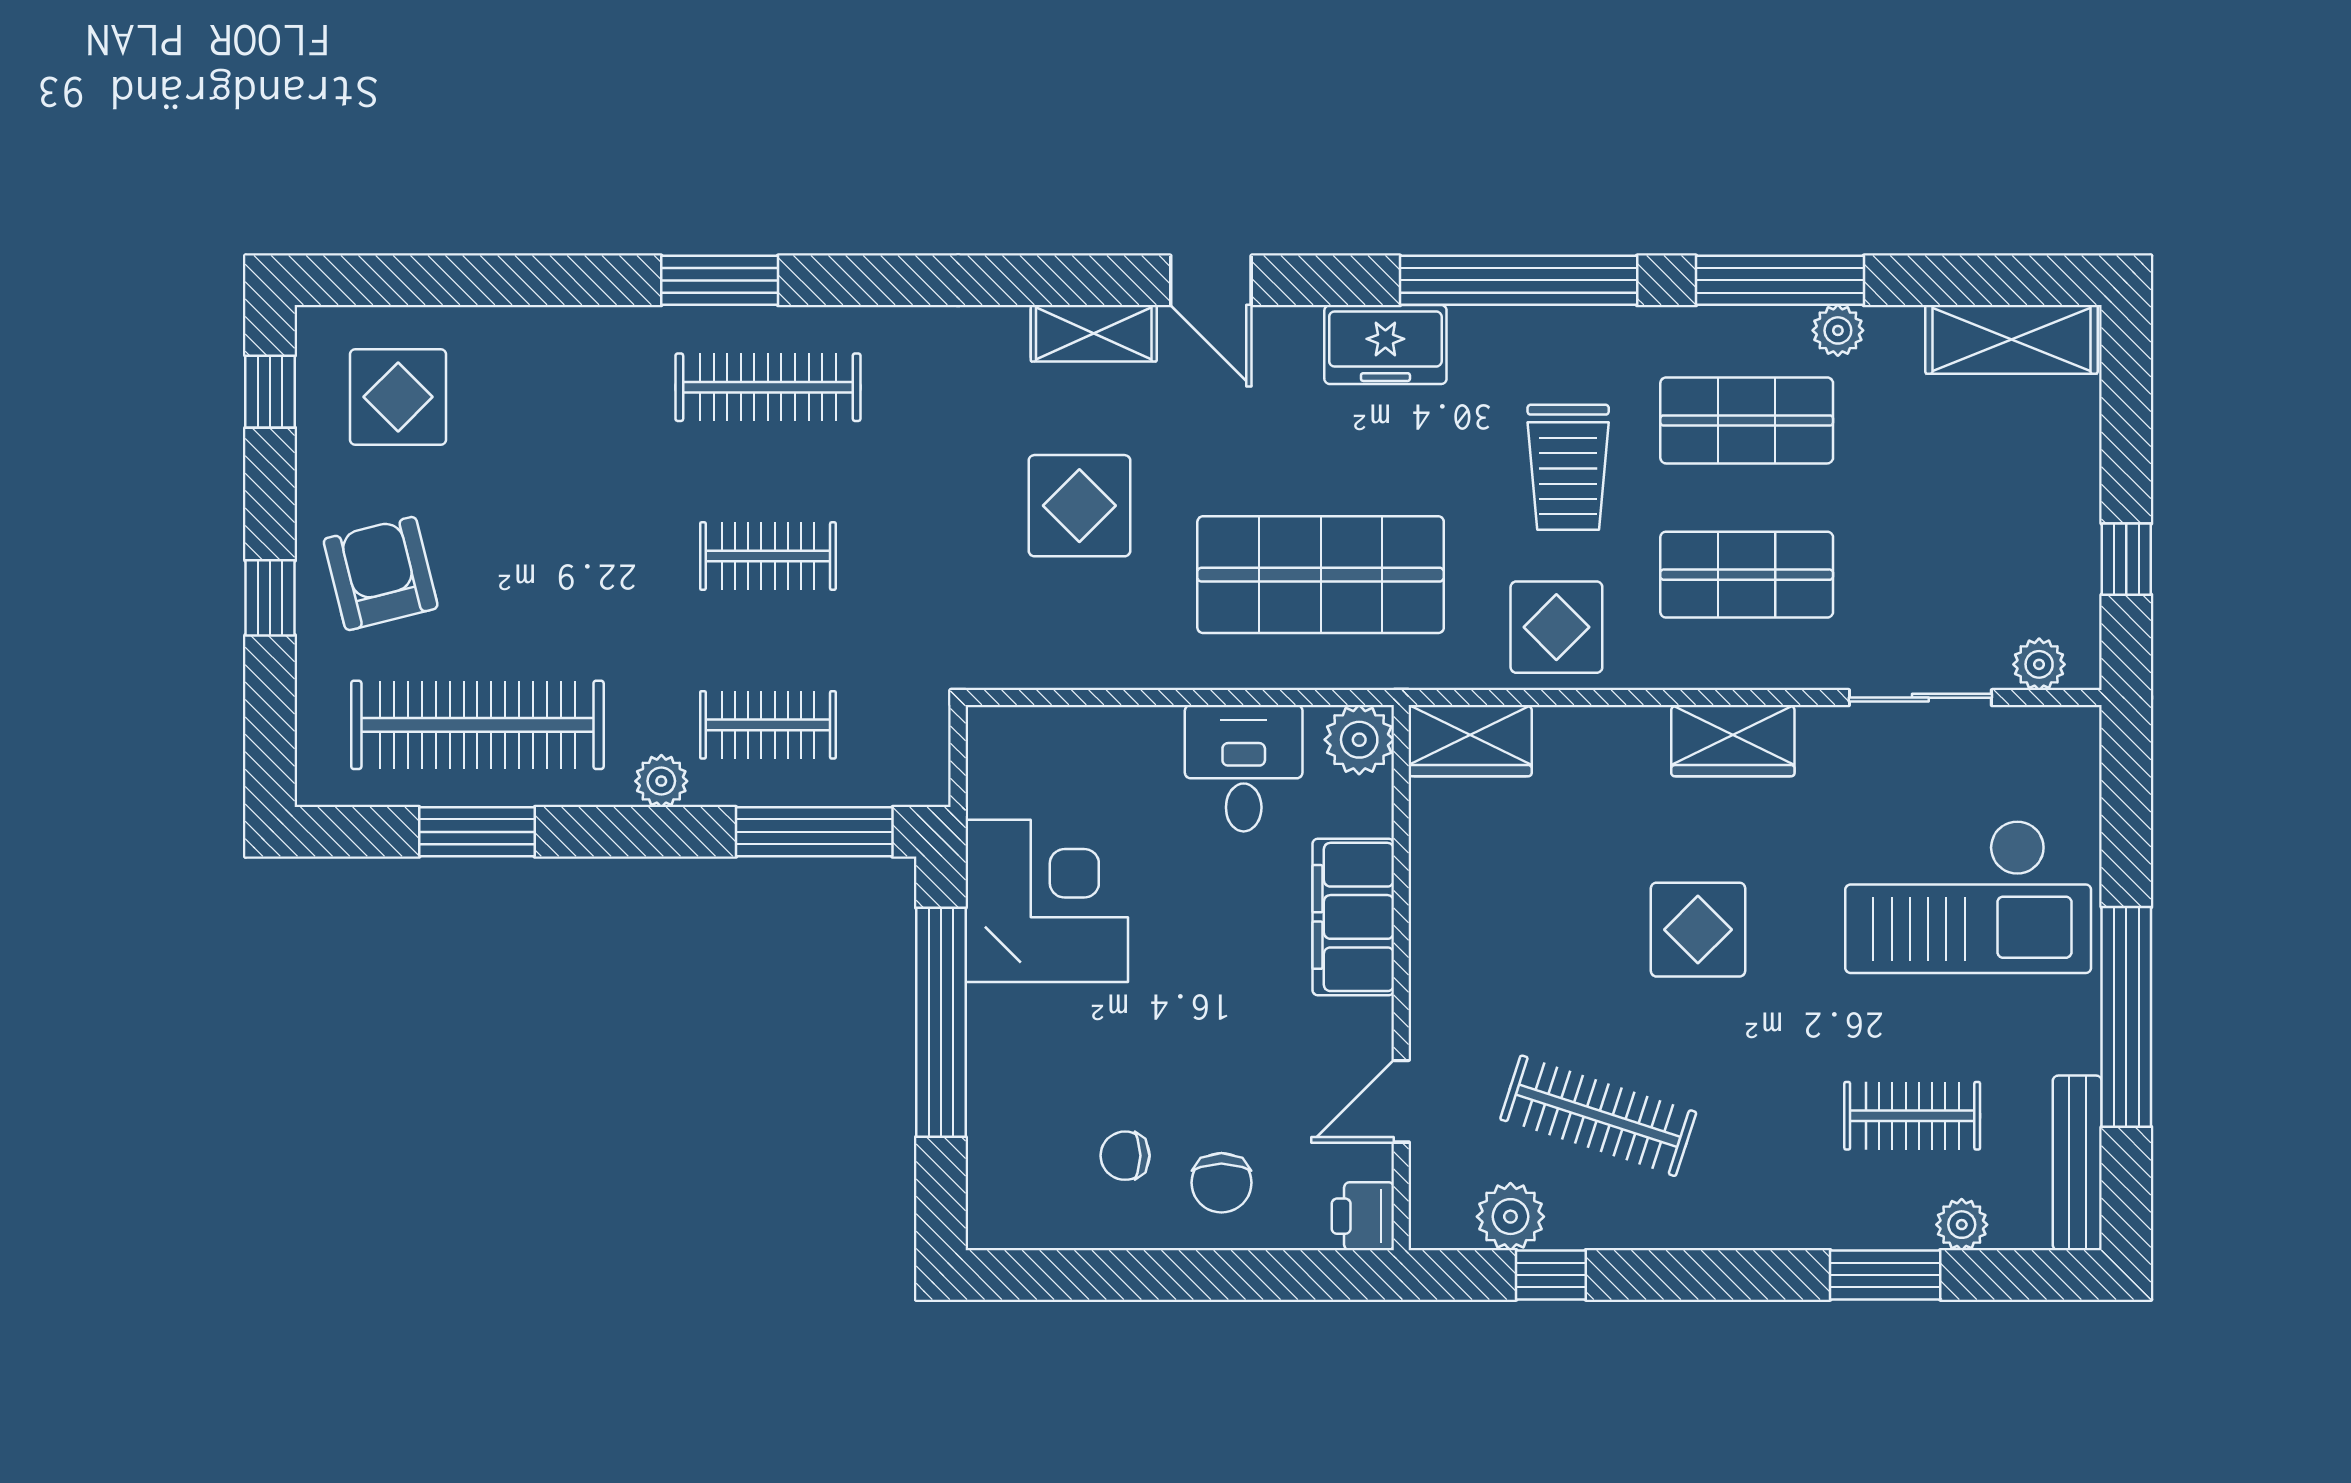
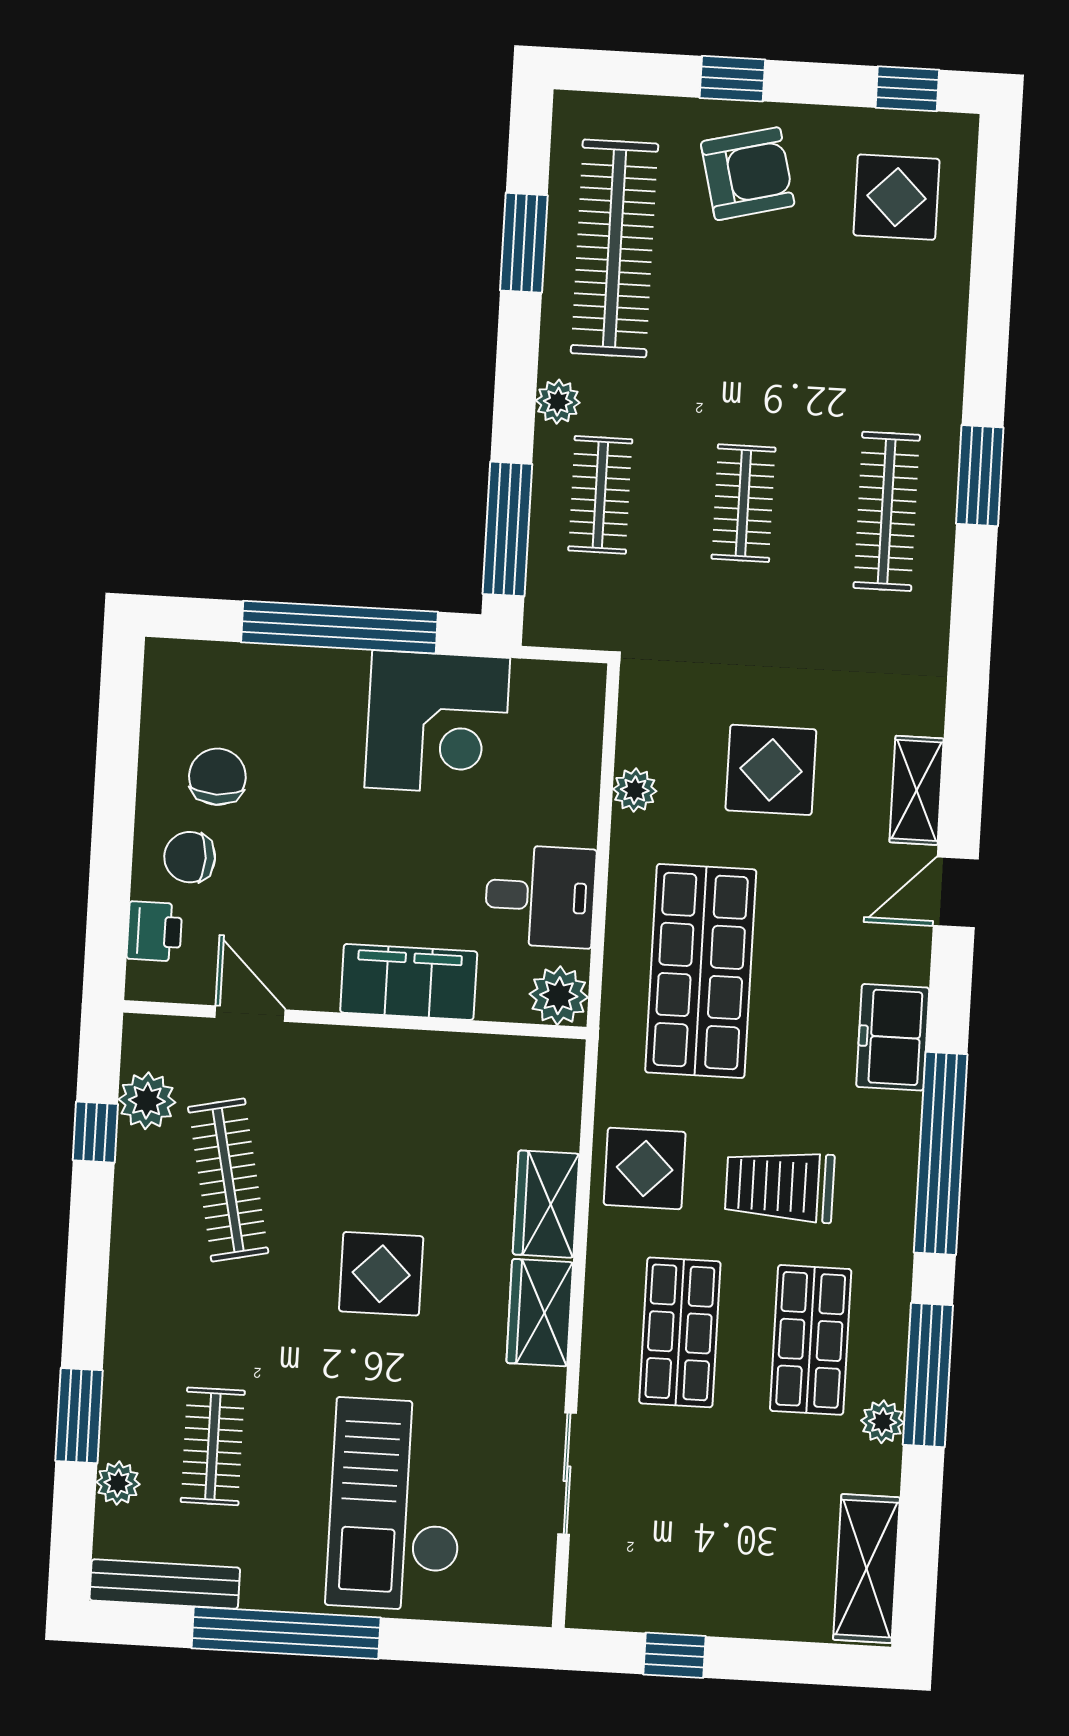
plant: (2039, 664) -> (635, 790), moved
wardrobe: (1470, 741) -> (546, 1204), moved
clothes rail: (1598, 1116) -> (228, 1180), turned -30
chair: (1125, 1156) -> (217, 777), width x1.37, depth x1.37
printer: (1363, 1216) -> (154, 931), moved, turned 90

